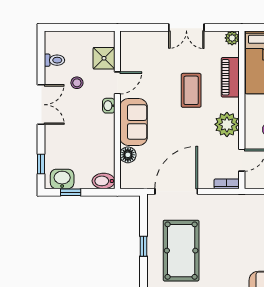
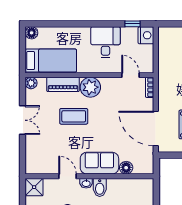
shower: (104, 58) -> (34, 187), moved
plant: (227, 124) -> (90, 87), moved
bidet: (104, 181) -> (100, 187), moved

